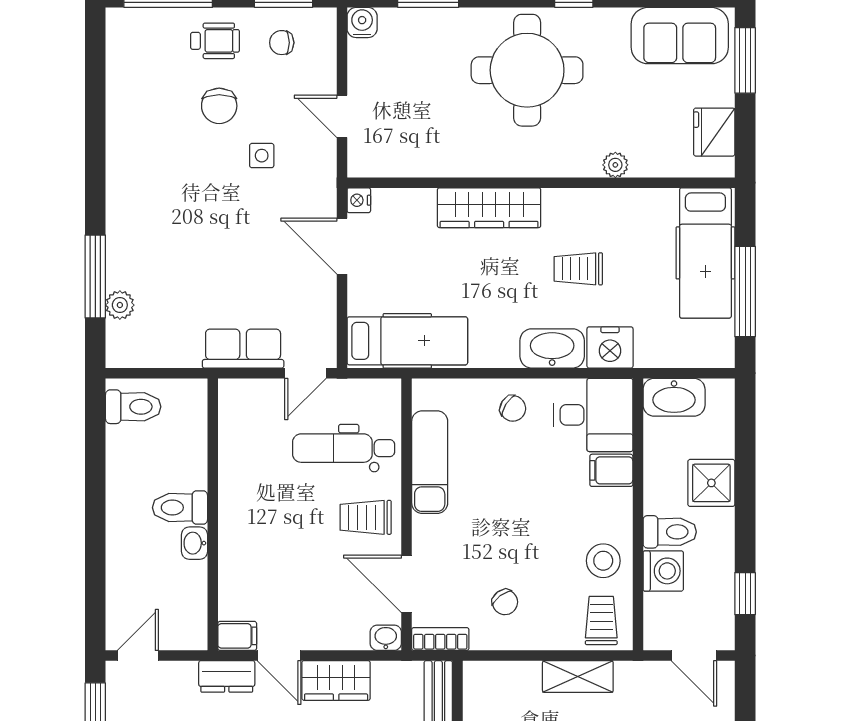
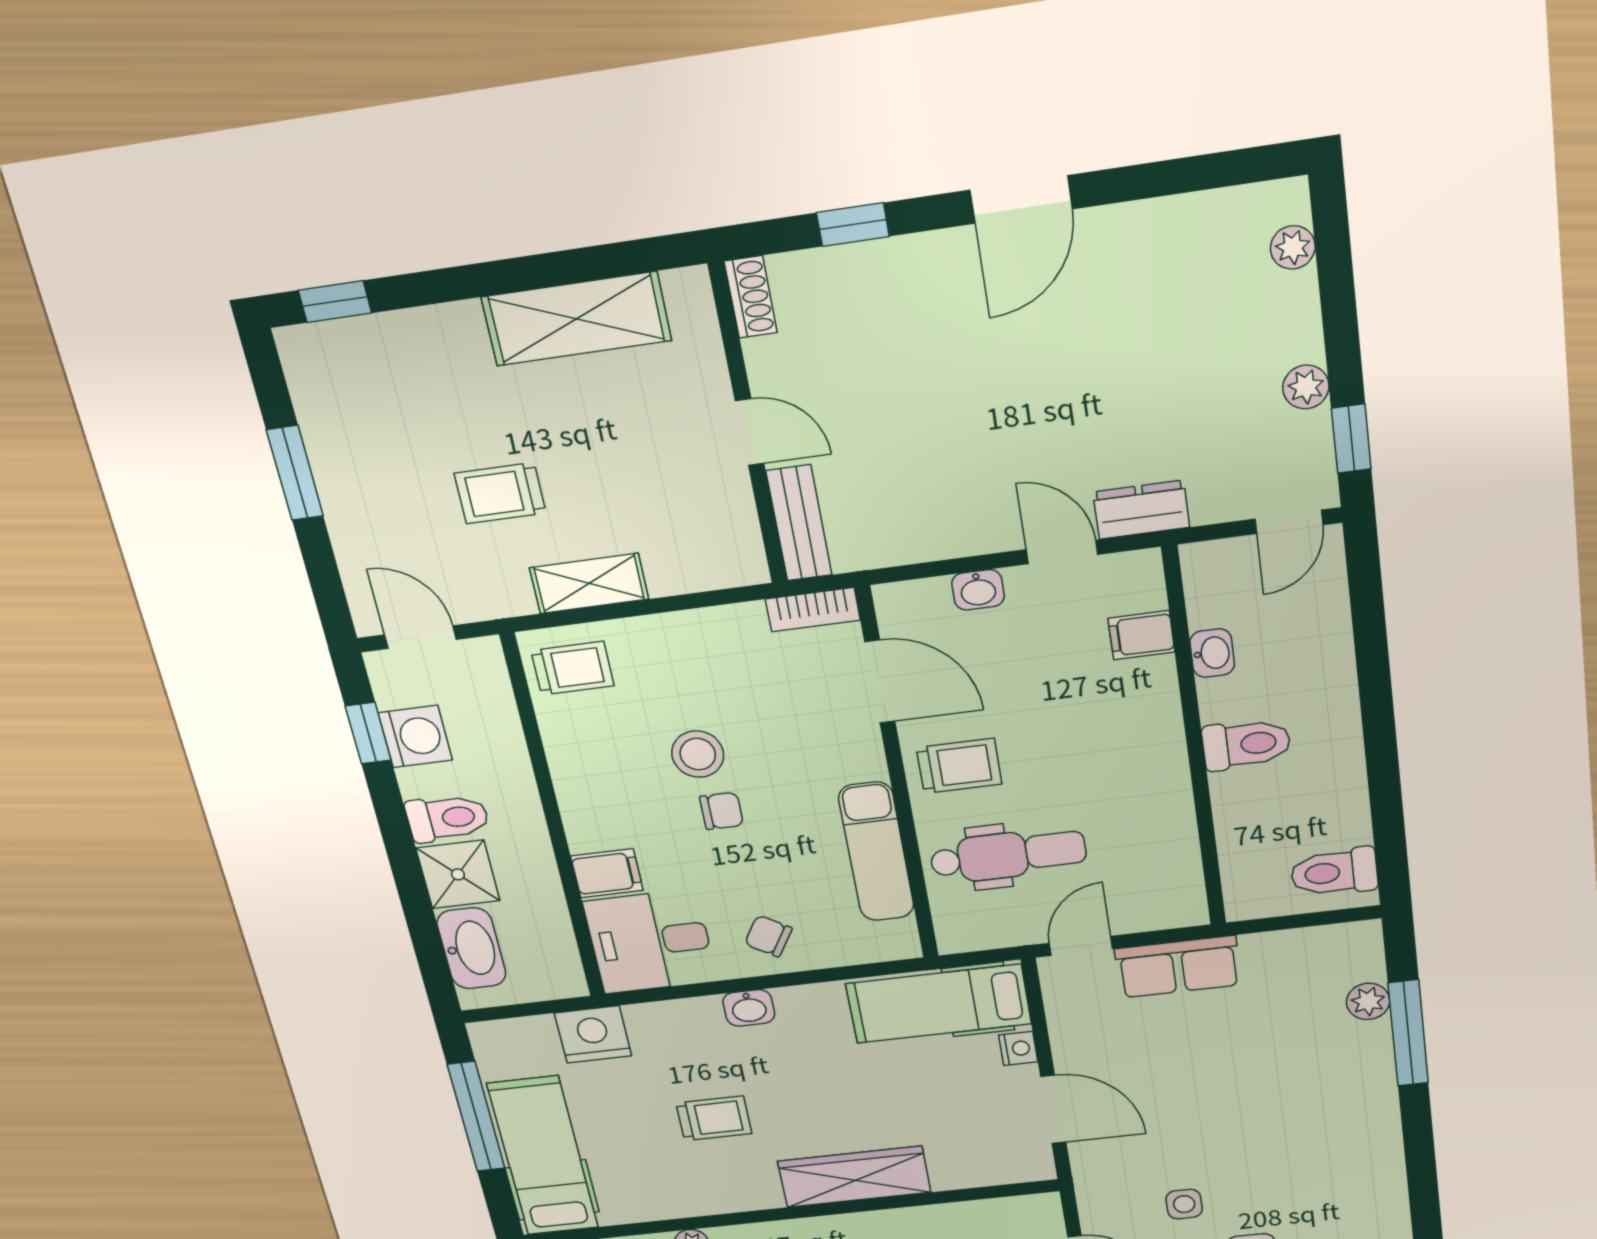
nightstand: (359, 200) -> (1018, 1048), moved
nightstand: (610, 347) -> (593, 1034), moved
washbasin: (552, 348) -> (749, 1008), width x0.52, depth x0.69
washbasin: (674, 397) -> (471, 948), moved, turned 90
toilet: (670, 532) -> (448, 818), moved, turned 180
washbasin: (194, 543) -> (1212, 653), moved
stool: (603, 561) -> (698, 754), moved
washing machine: (663, 571) -> (415, 736), moved, turned 180
chair: (505, 602) -> (722, 811), moved, turned 127
trolley: (601, 620) -> (572, 668), turned -90
filing cabinet: (237, 636) -> (1141, 635), moved
washbasin: (386, 638) -> (978, 590), moved
wardrobe: (336, 680) -> (965, 527), removed

